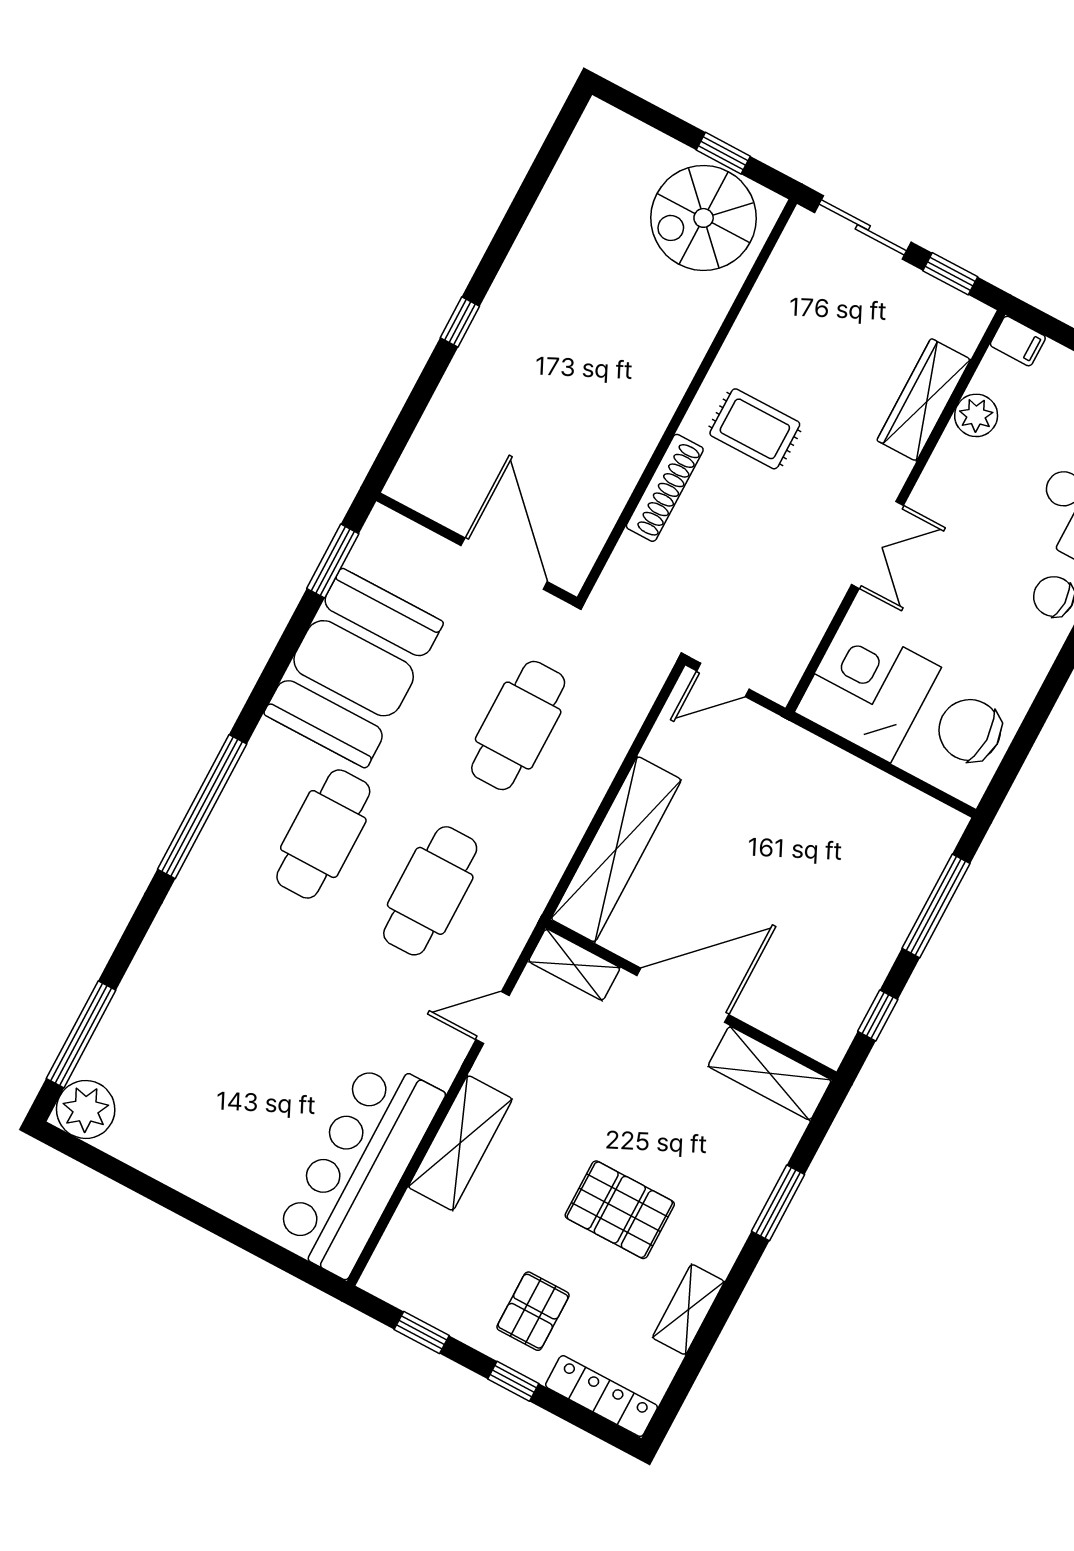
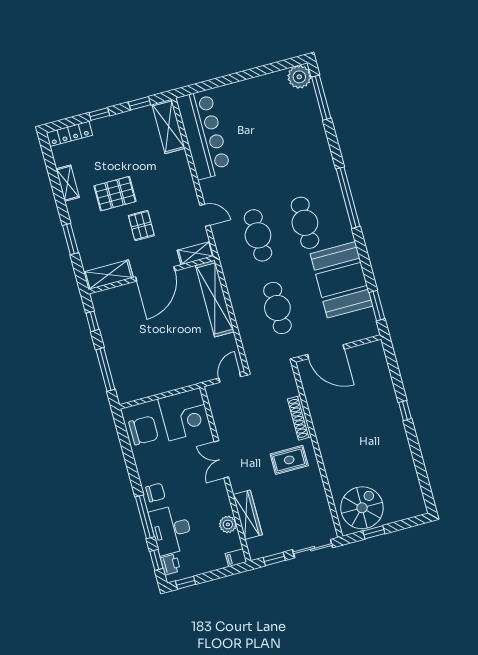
door: (493, 1018) -> (205, 215), hinge flipped
shelving: (460, 1143) -> (169, 126), moved
pallet: (533, 1311) -> (141, 226), moved

